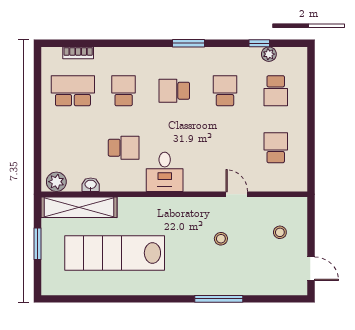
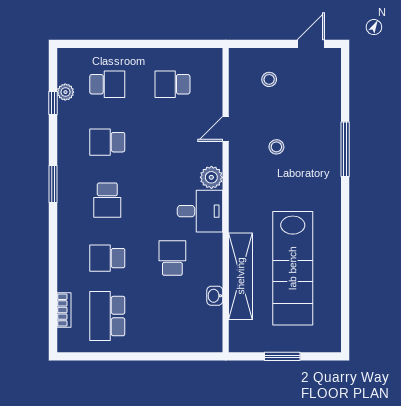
plant: (56, 182) -> (211, 177), moved
shelving: (79, 207) -> (241, 276), moved

